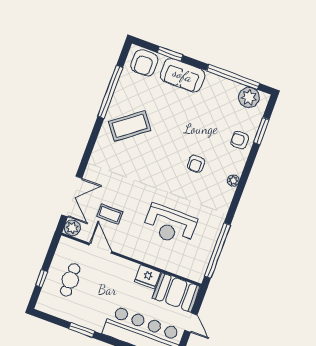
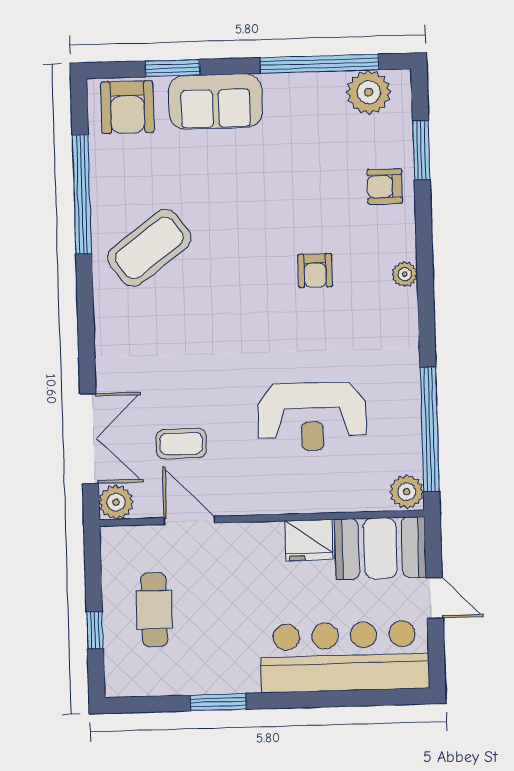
plant: (197, 273) -> (407, 492), added

